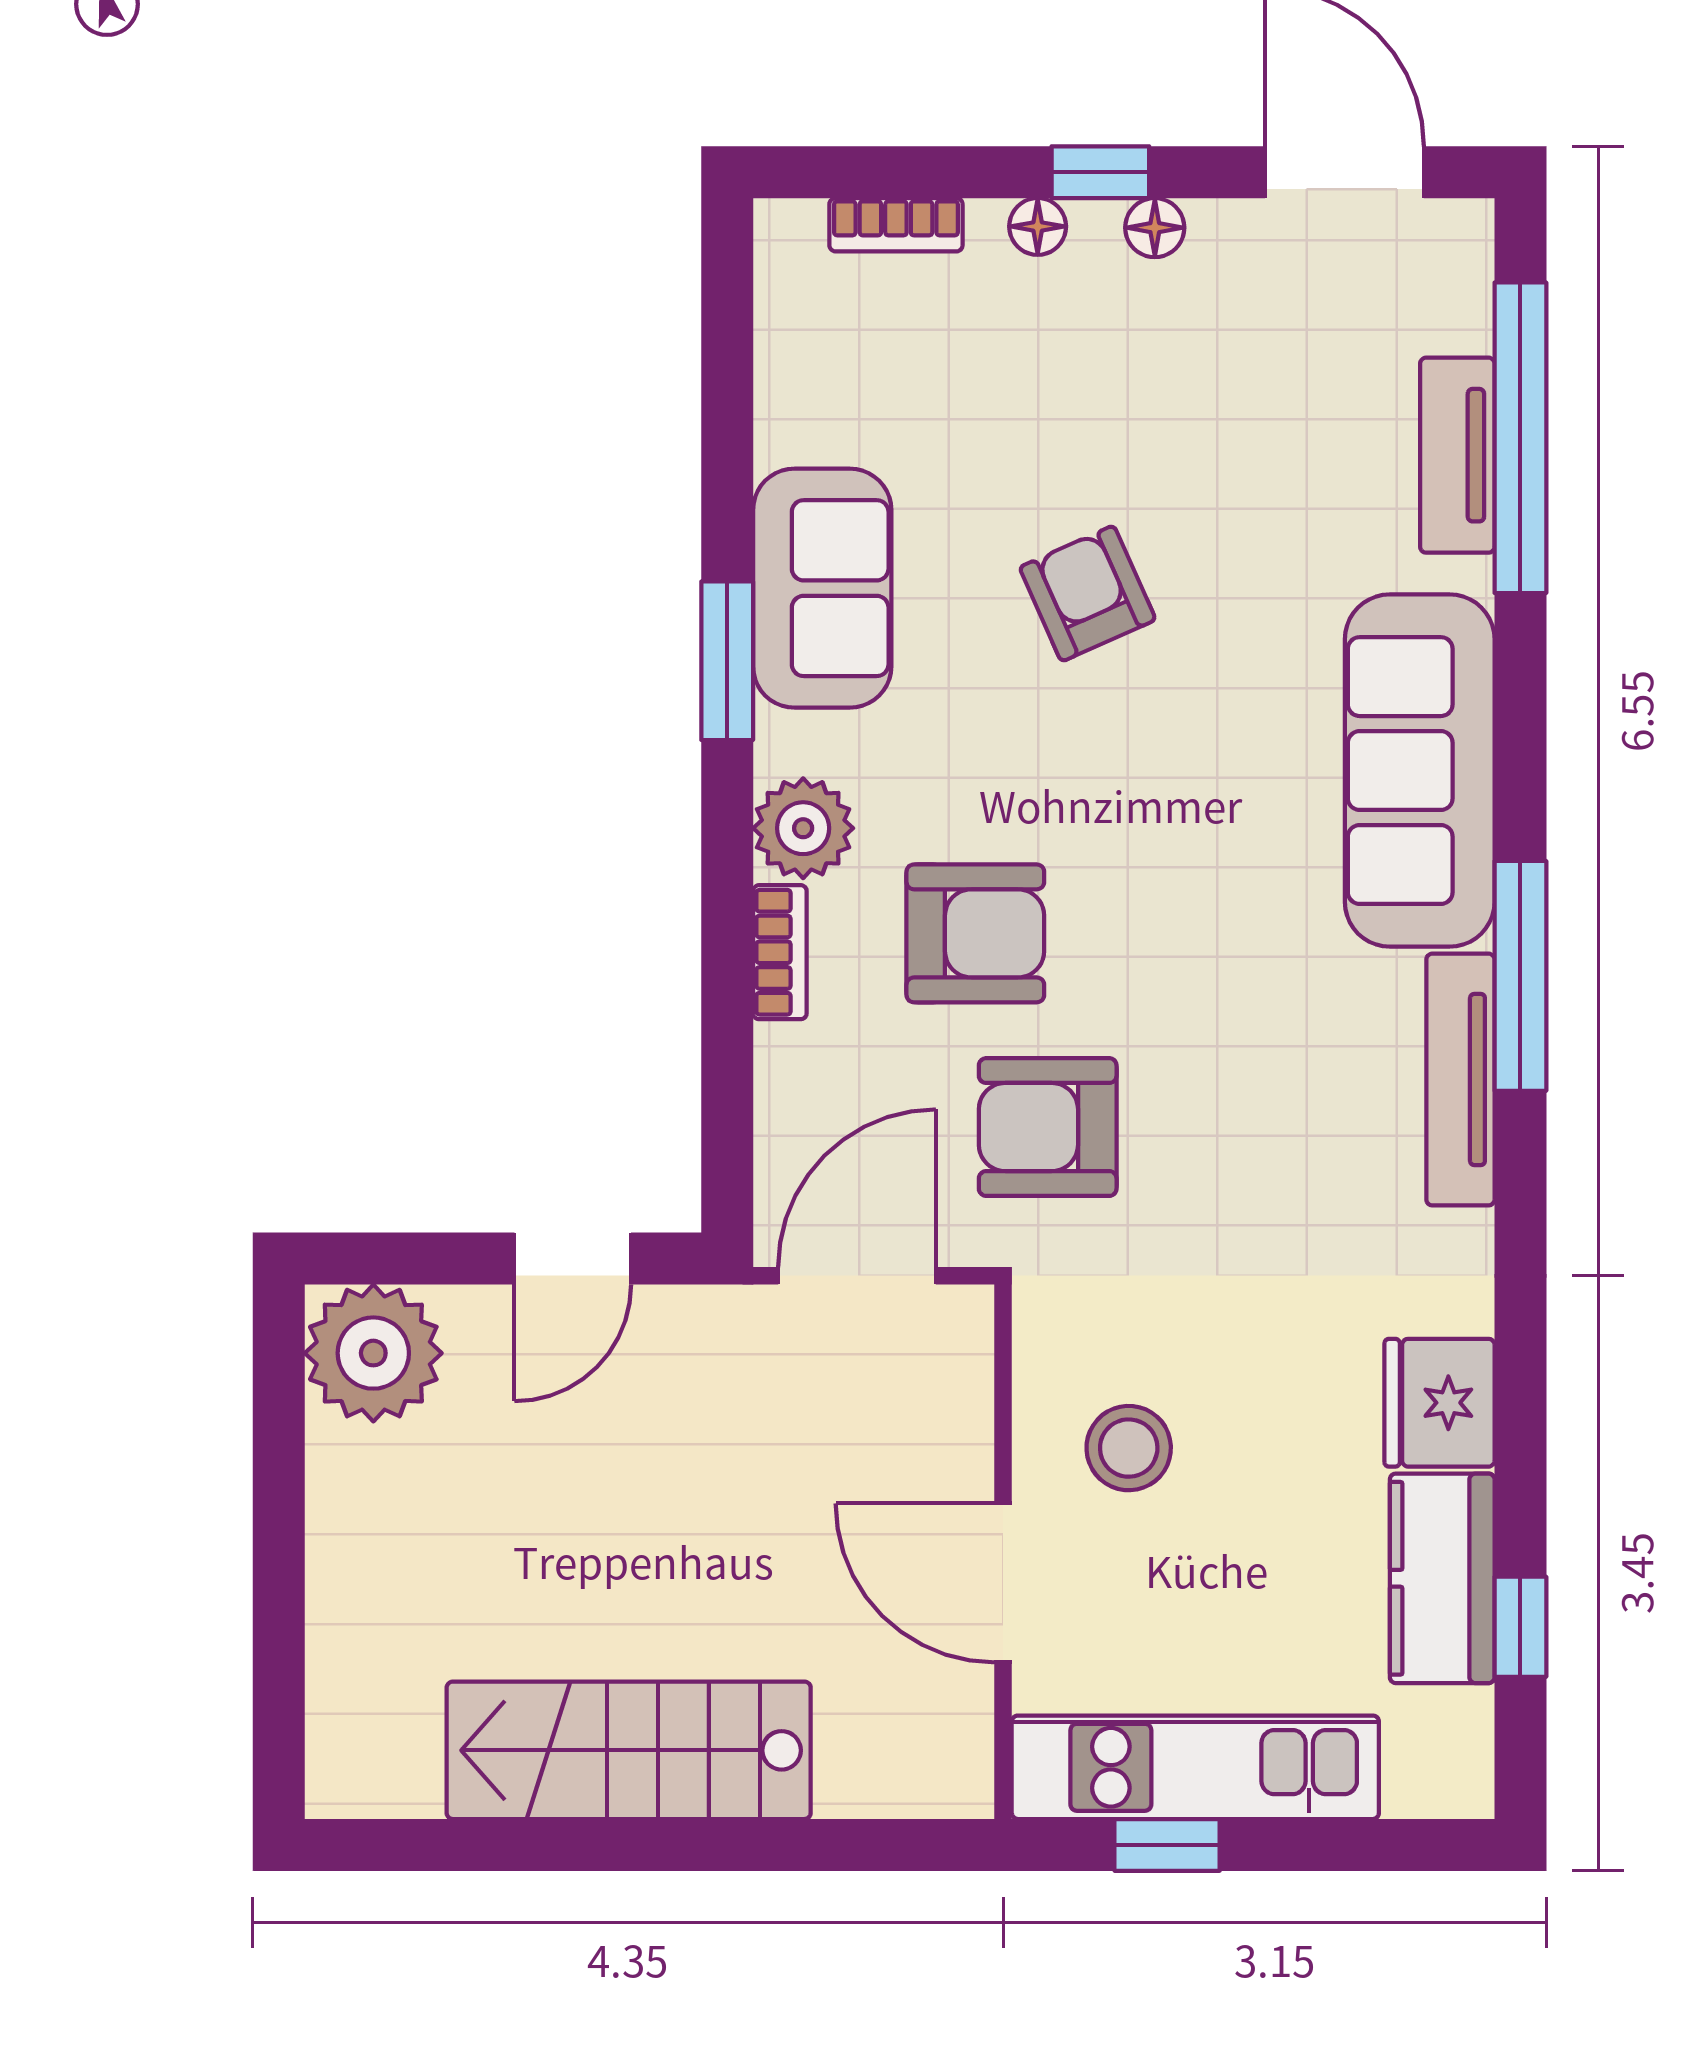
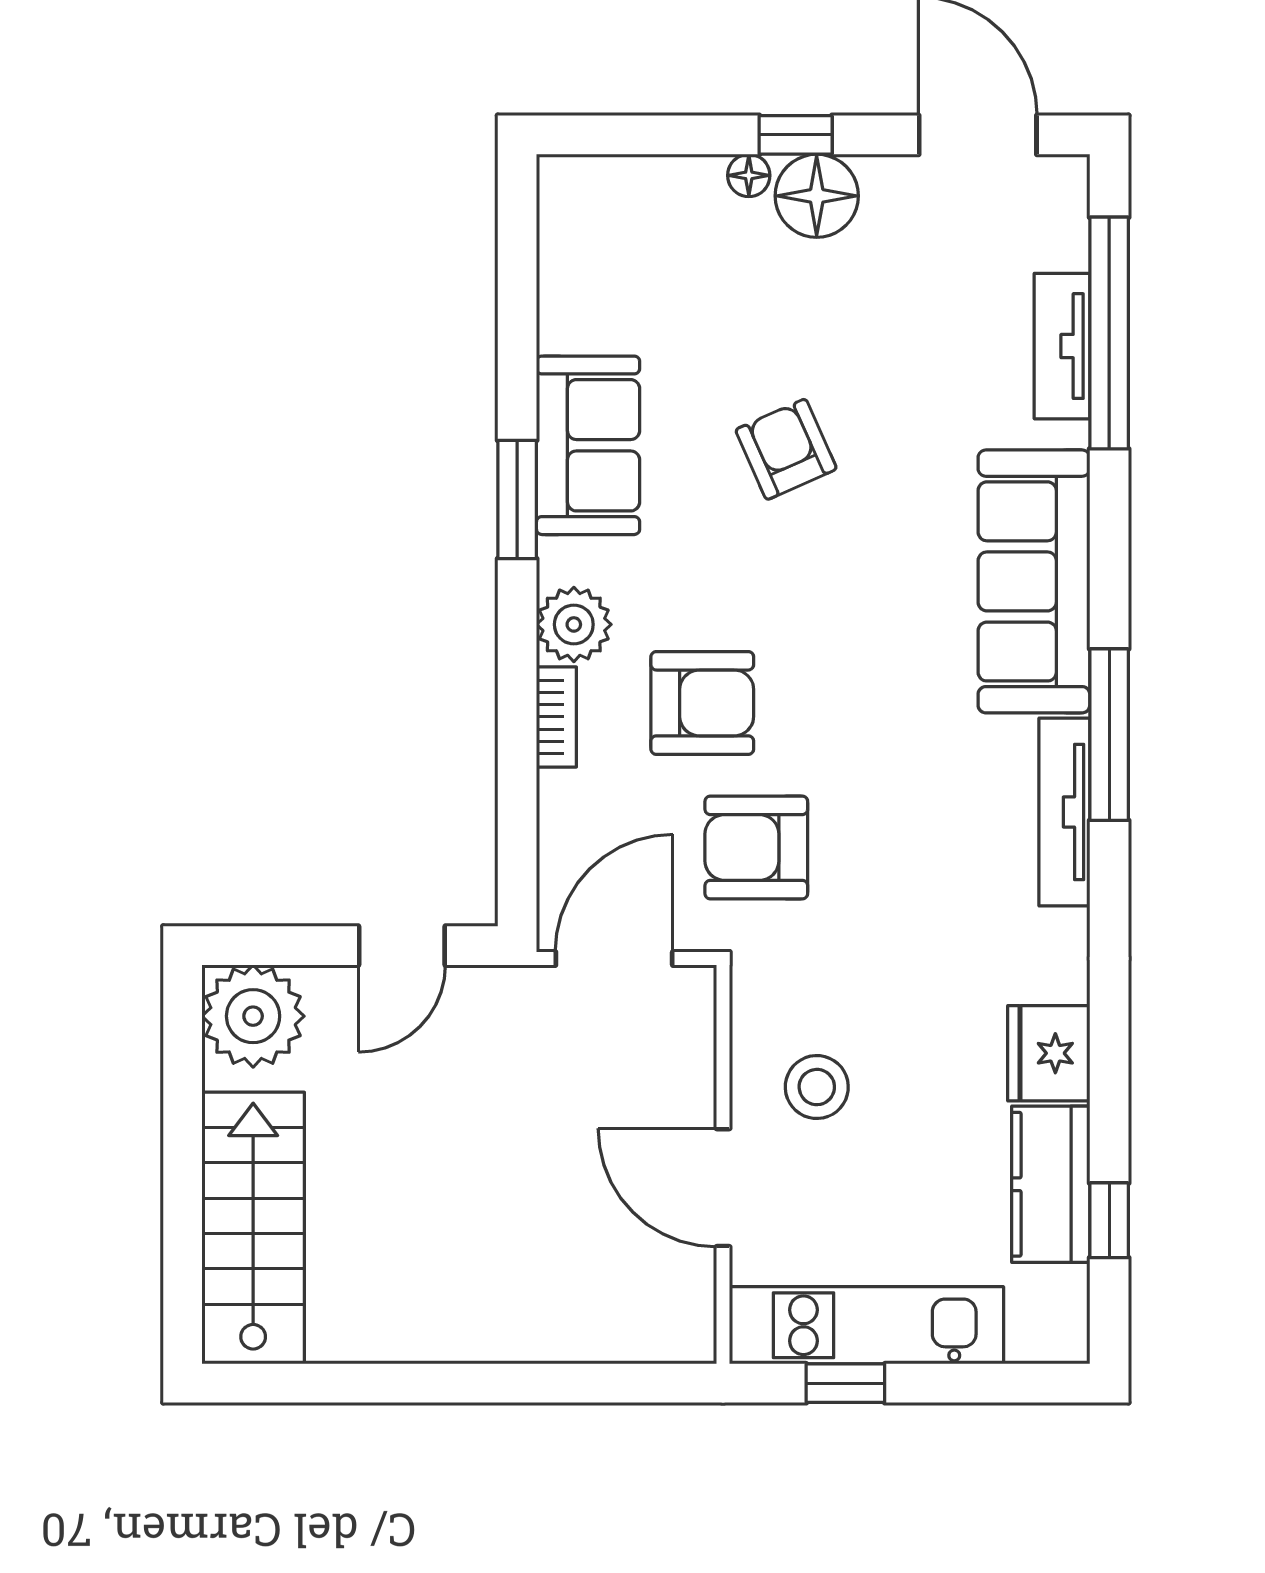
bookcase: (896, 225) -> (643, 174), removed
floor lamp: (1155, 228) -> (817, 196), width x1.89, depth x1.89
stairs: (629, 1750) -> (253, 1228), moved, turned 90

